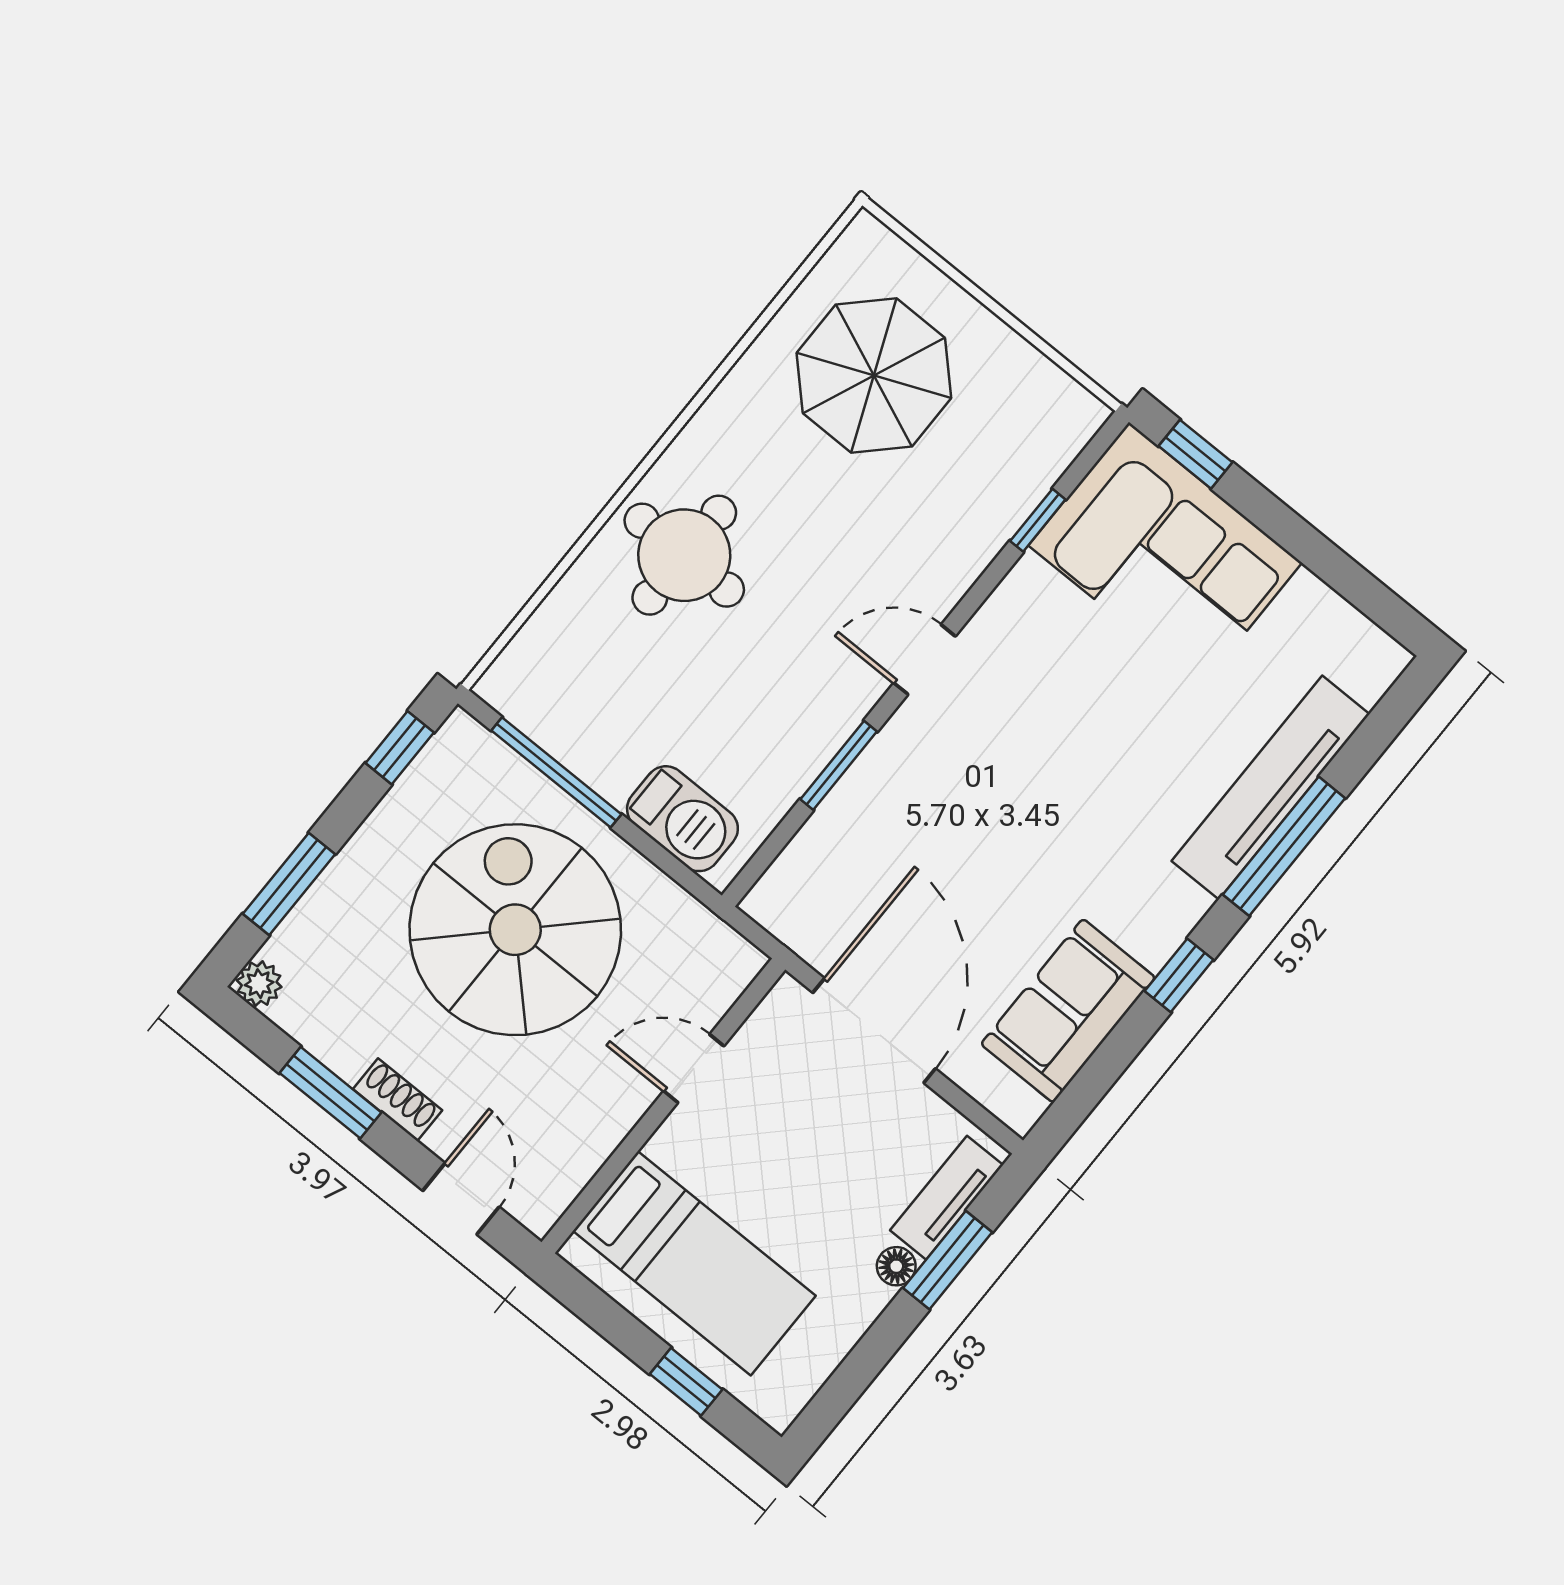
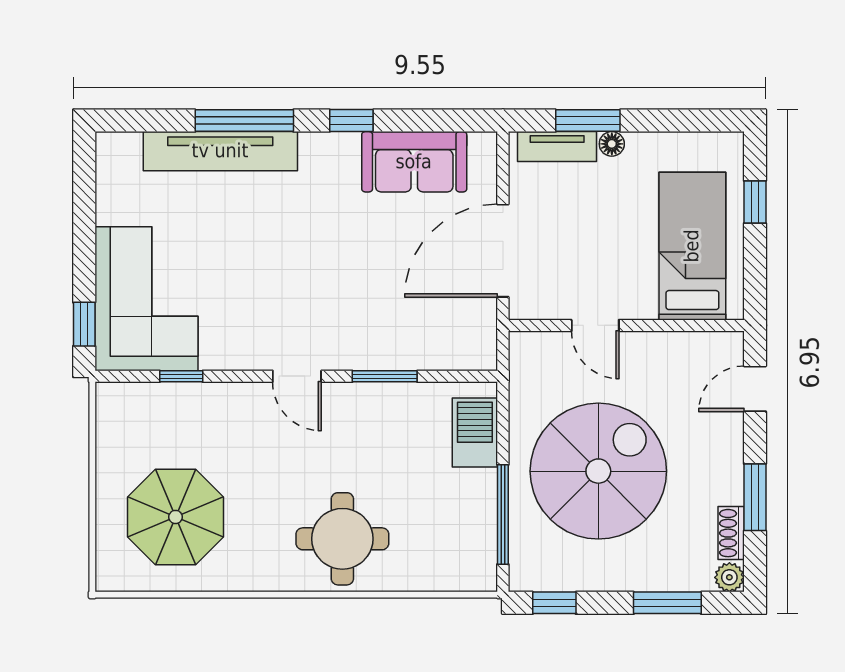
spiral stairs: (515, 930) -> (598, 471), turned 180
shoe rack: (398, 1100) -> (731, 533), moved

